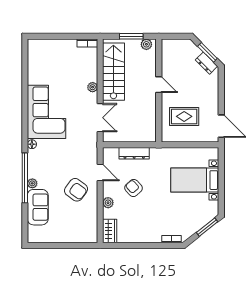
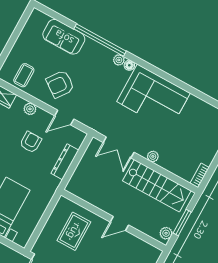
plant: (32, 183) -> (119, 60), moved
armchair: (134, 188) -> (31, 142), turned -48
coffee table: (85, 222) -> (24, 75), added

